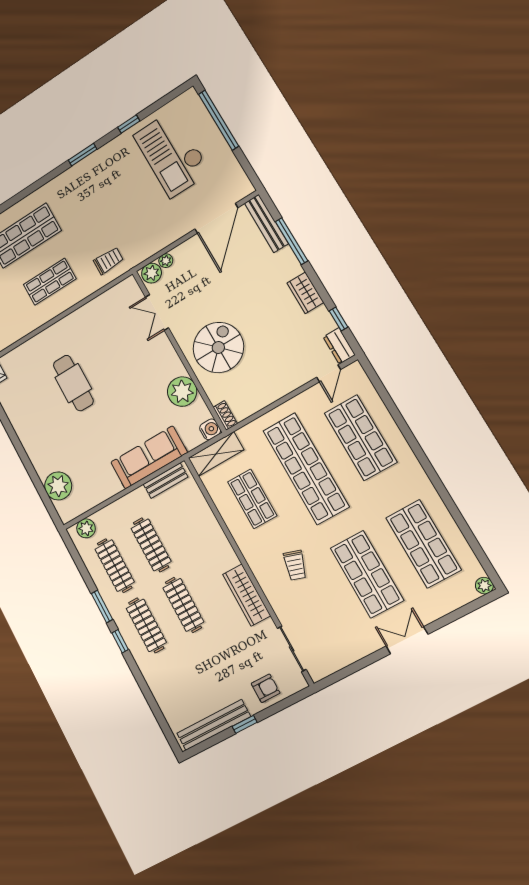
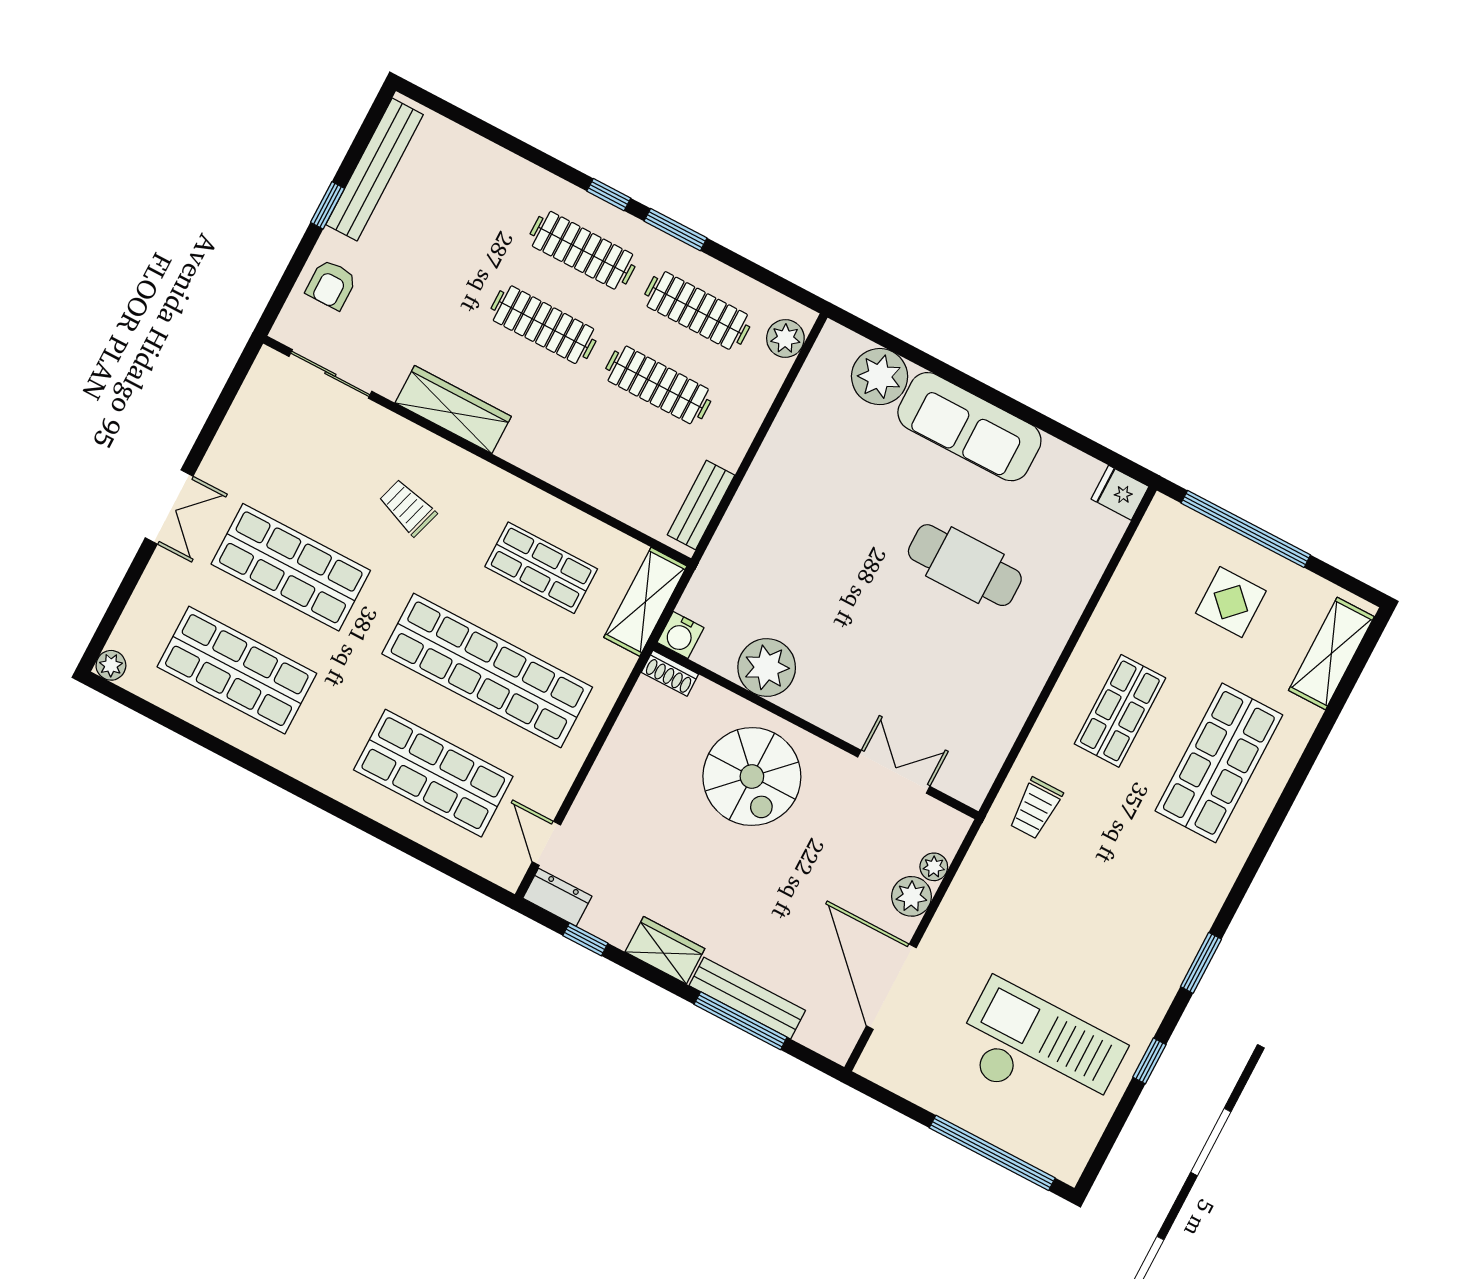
bench: (266, 223) -> (747, 998), moved
plant: (152, 273) -> (911, 896), moved
sofa: (149, 457) -> (969, 427), moved, turned 90

